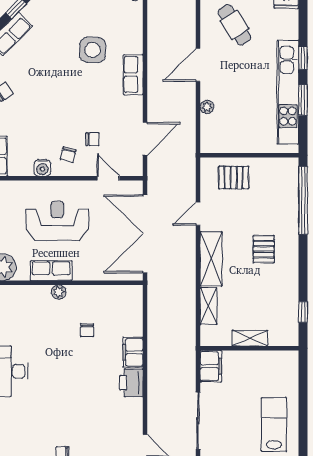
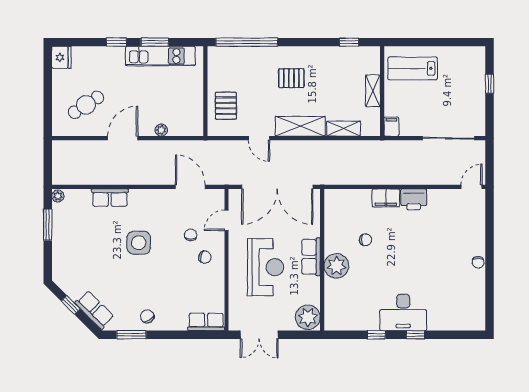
side table: (93, 50) -> (139, 243), moved
door: (198, 65) -> (123, 138), swing flipped
row of seats: (133, 74) -> (110, 198), moved
kitchen unit: (288, 92) -> (160, 56), width x0.73
water cooler: (42, 168) -> (217, 281), removed
reception desk: (57, 221) -> (266, 267), turned 180
row of seats: (51, 271) -> (311, 257), moved
plant: (59, 292) -> (336, 266), width x1.87, depth x1.87
filing cabinet: (211, 366) -> (391, 127), width x0.50
lab bench: (274, 424) -> (413, 68), moved

